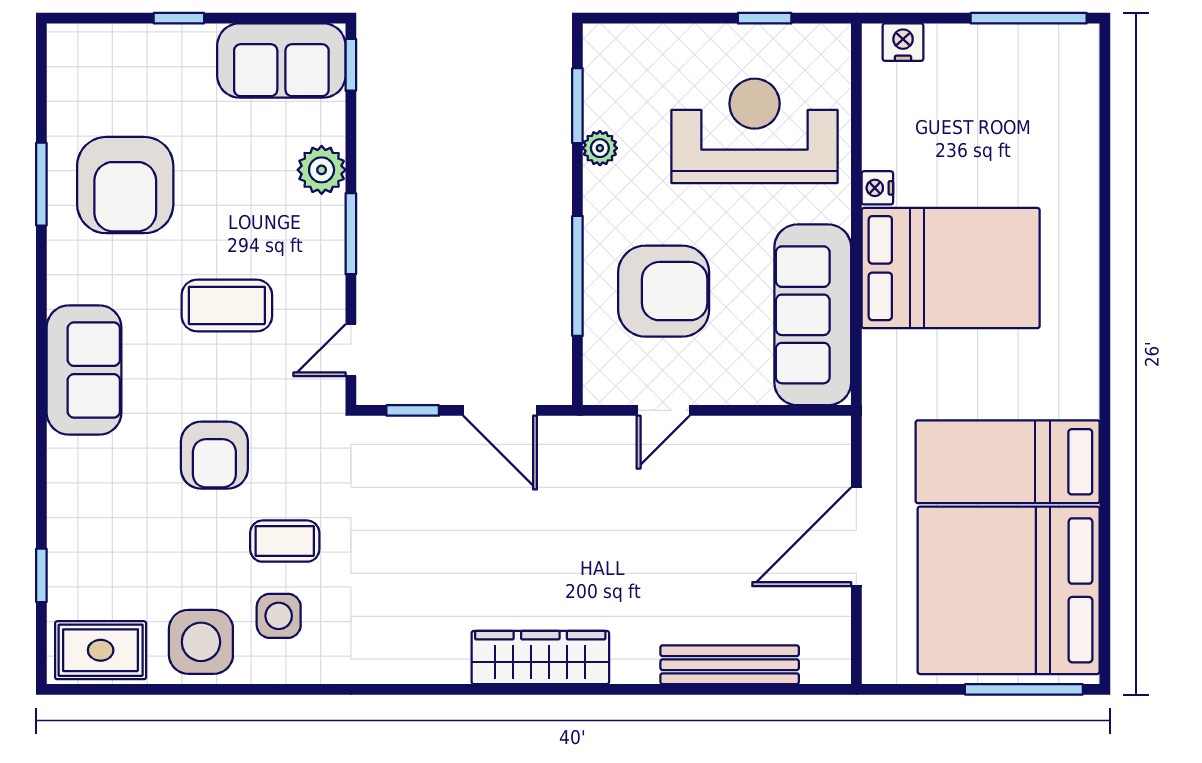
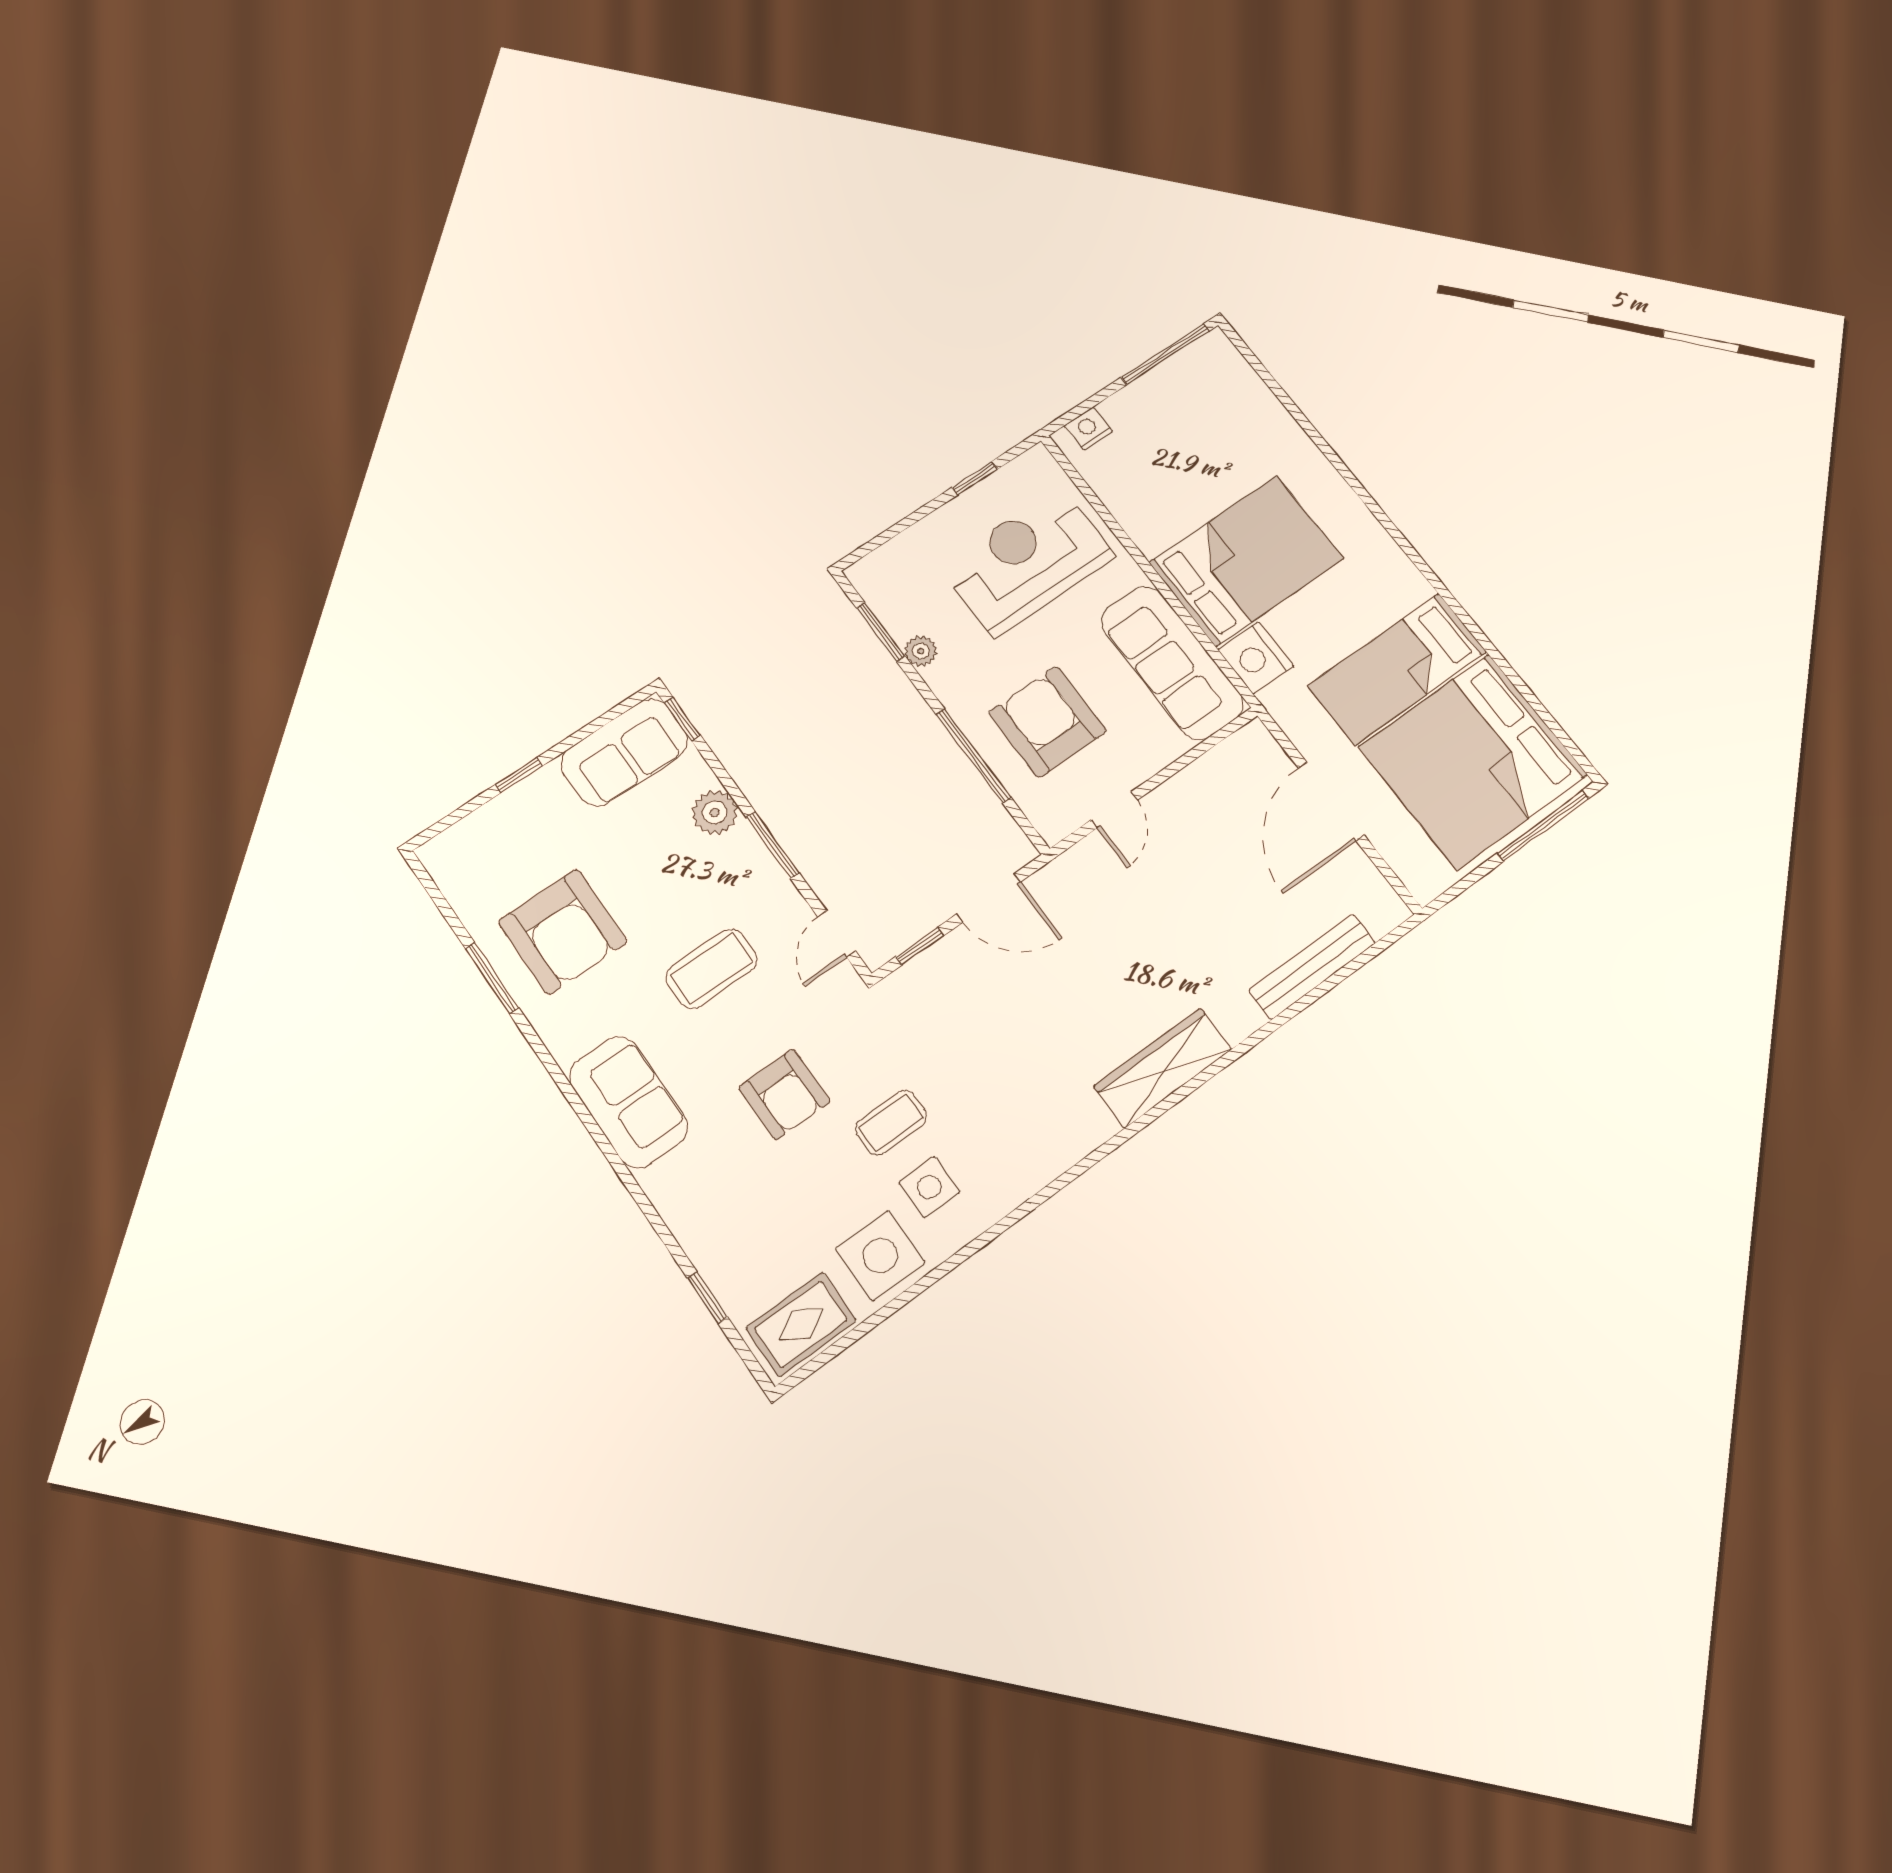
nightstand: (877, 188) -> (1256, 658), moved, width x1.89, depth x1.79
armchair: (664, 291) -> (1047, 722), turned -90

